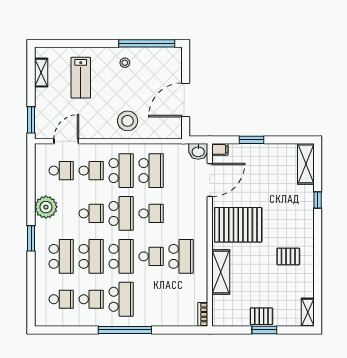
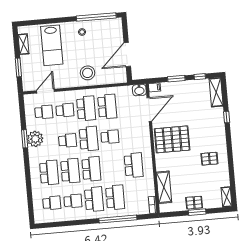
lab bench: (81, 78) -> (52, 45), width x1.36, depth x1.39
window: (31, 120) -> (18, 67), moved
window: (285, 140) -> (200, 77), added
window: (31, 238) -> (25, 139), moved
school desk: (151, 256) -> (115, 197), moved, width x1.85
shelving: (221, 272) -> (164, 187), moved
window: (125, 330) -> (118, 219), moved

